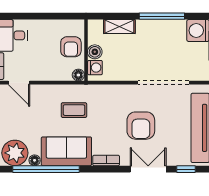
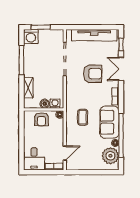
armchair: (71, 47) -> (41, 119), turned 90

